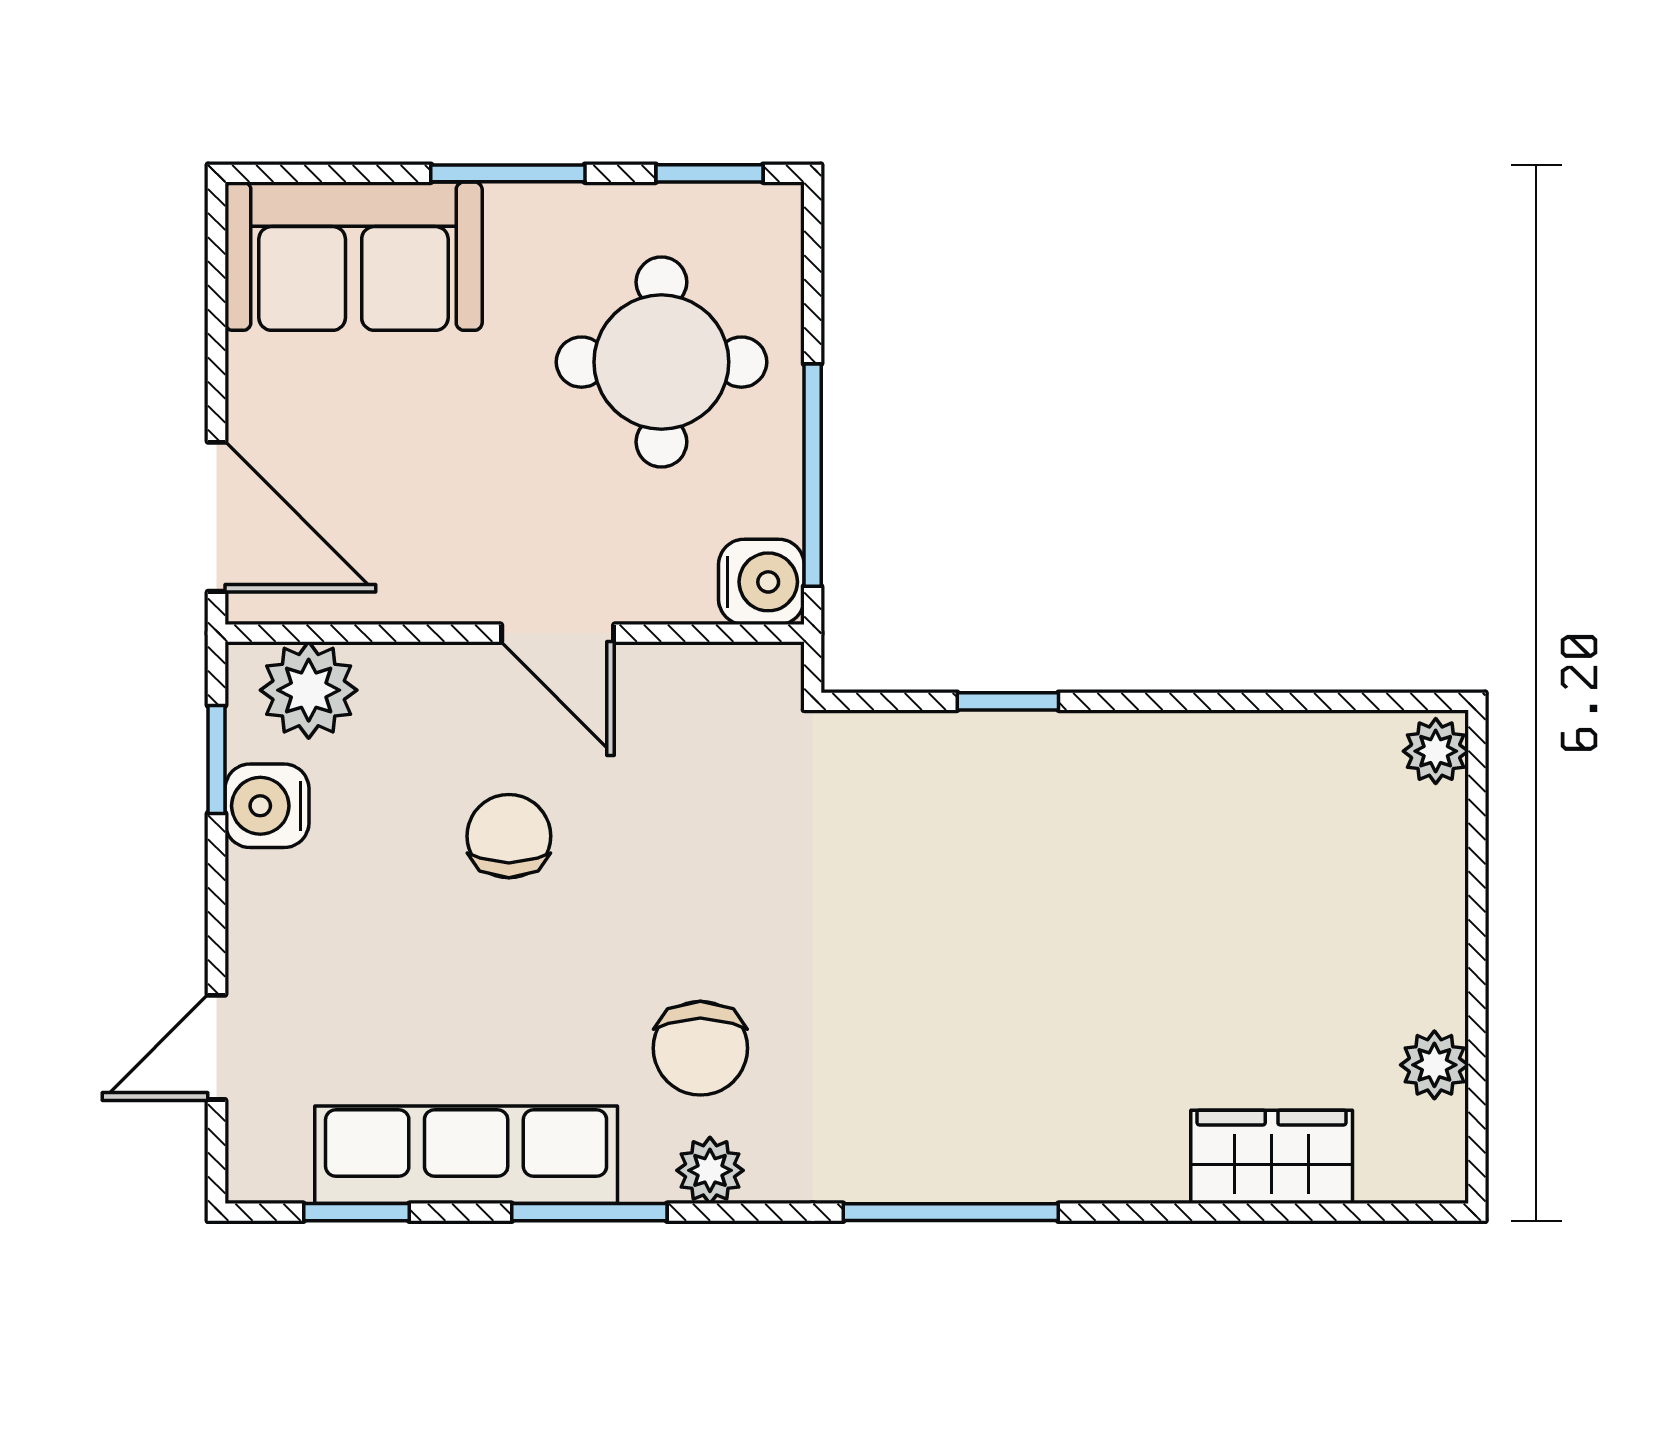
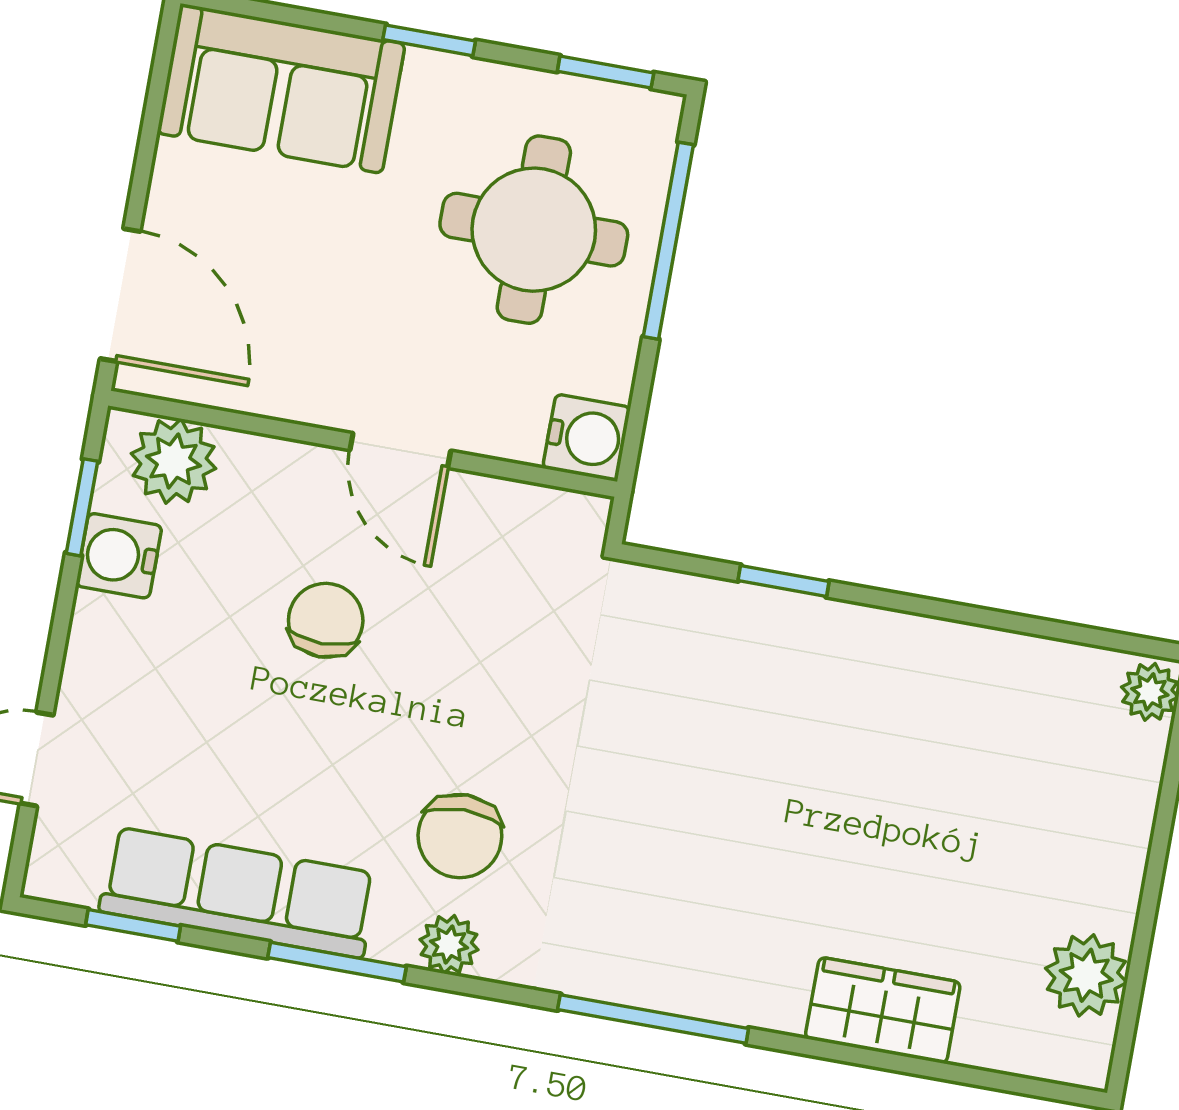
window: (508, 173) -> (429, 40), width x0.67
window: (813, 475) -> (668, 241), moved
plant: (1434, 1065) -> (1086, 975), width x1.38, depth x1.38
wardrobe: (1272, 1157) -> (883, 1010), moved

